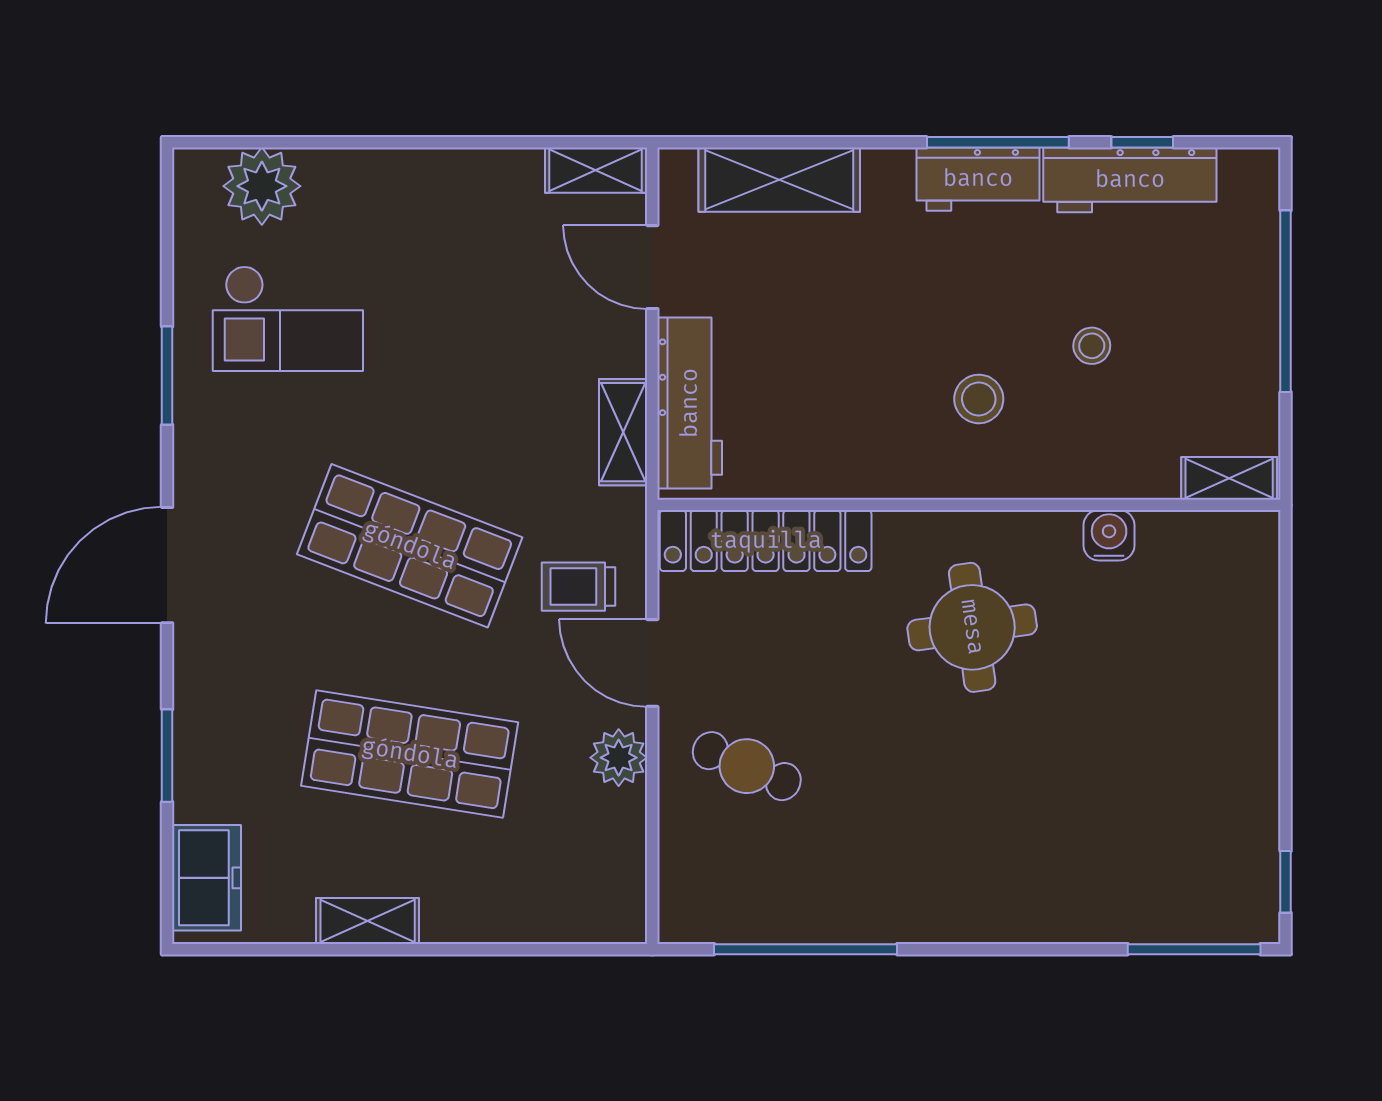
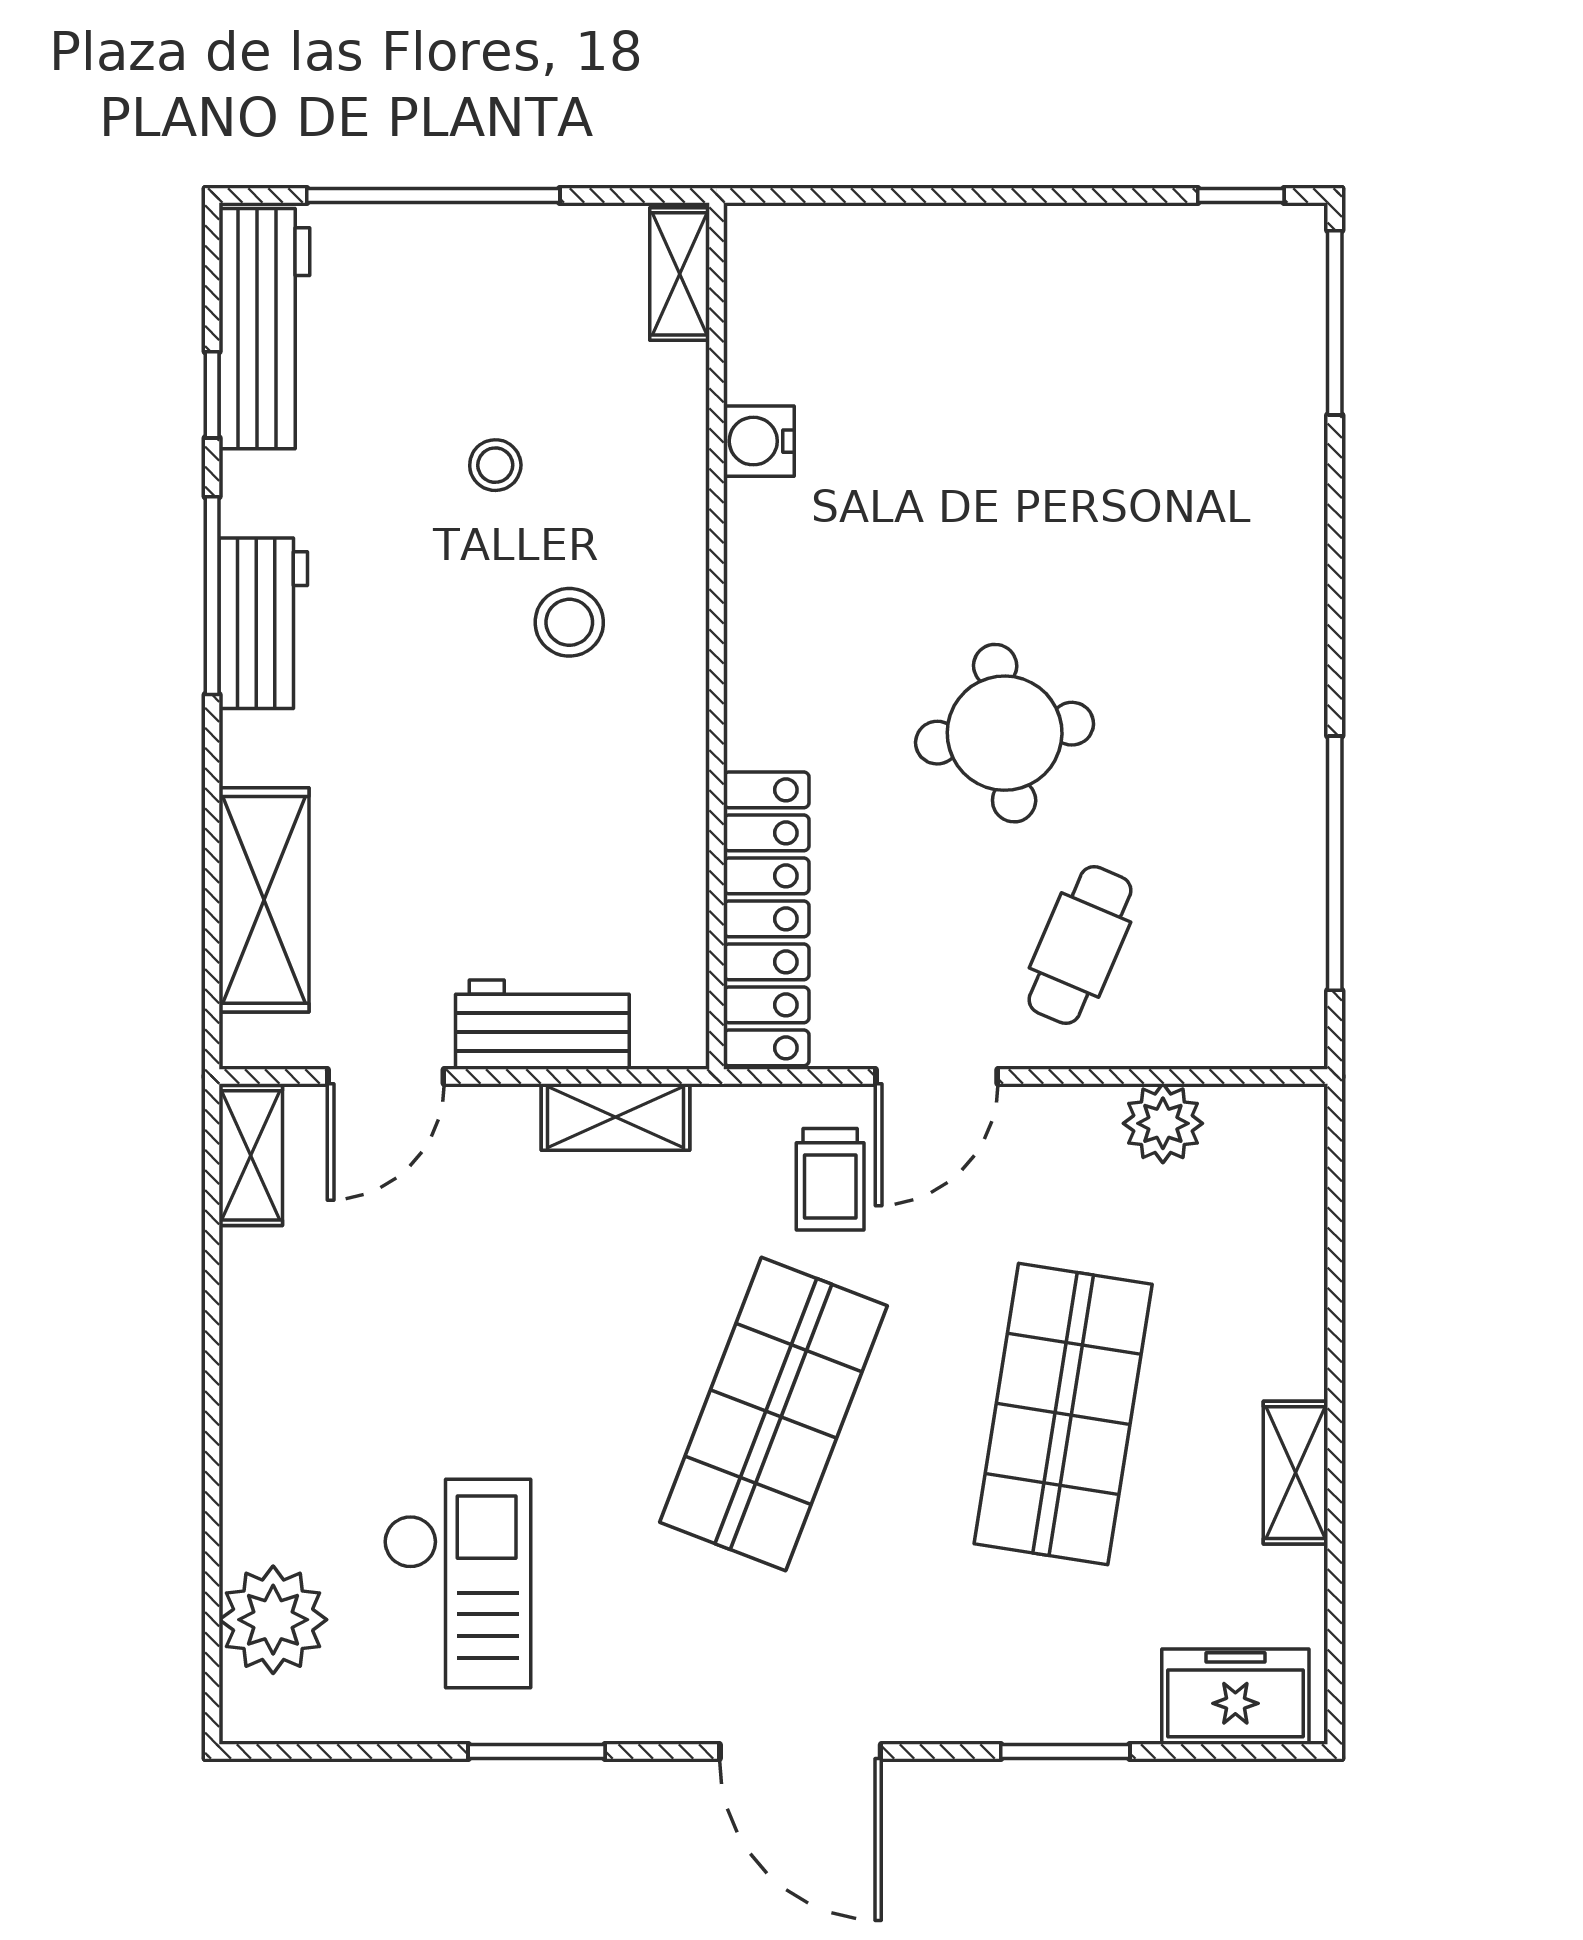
workbench: (1130, 180) -> (264, 329), moved
workbench: (690, 403) -> (542, 1025), width x0.73
round table: (972, 627) -> (1005, 733), moved
plant: (619, 758) -> (1163, 1123), moved

